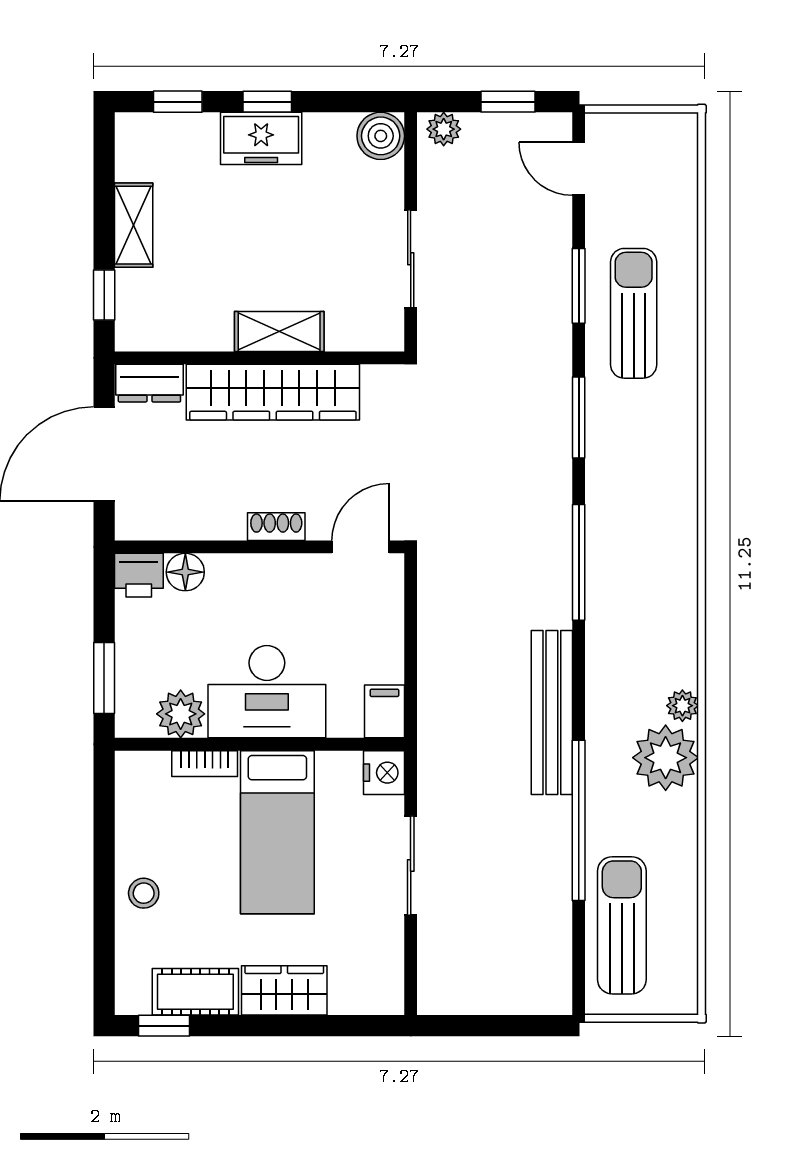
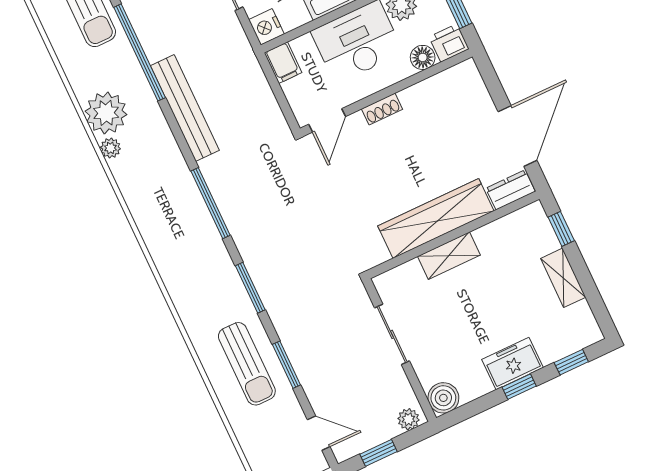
shoe rack: (276, 527) -> (382, 109), moved
wall: (259, 547) -> (386, 93), moved
door: (361, 547) -> (327, 120), moved
floor lamp: (185, 572) -> (423, 57), moved
printer: (139, 575) -> (449, 43), moved

